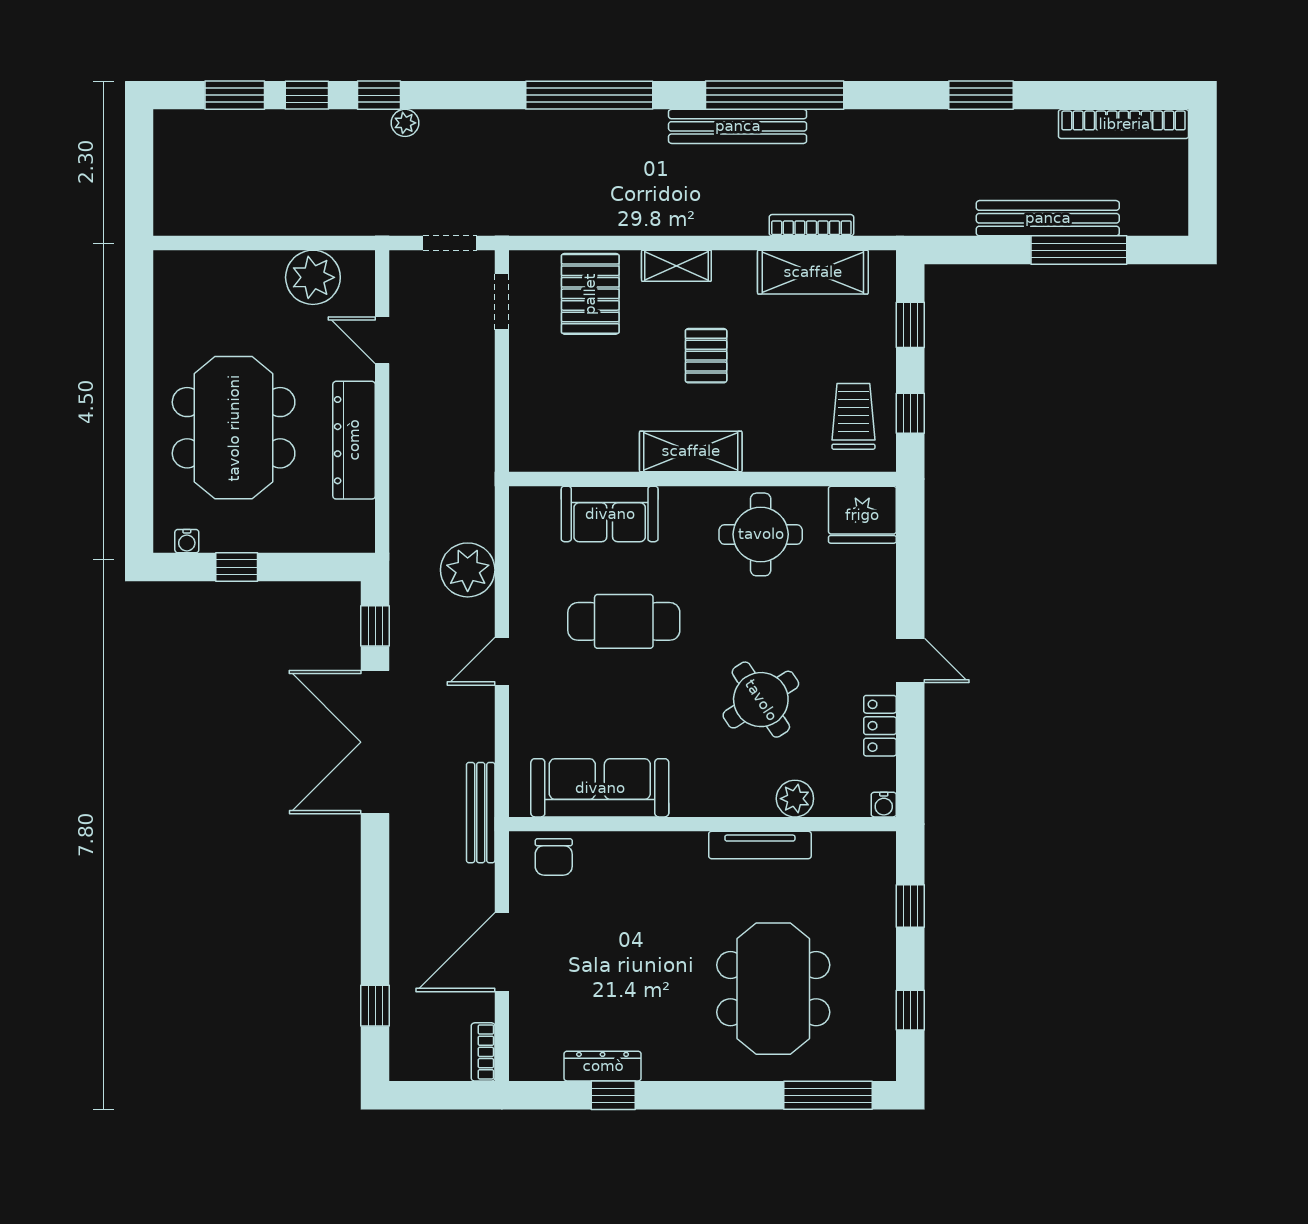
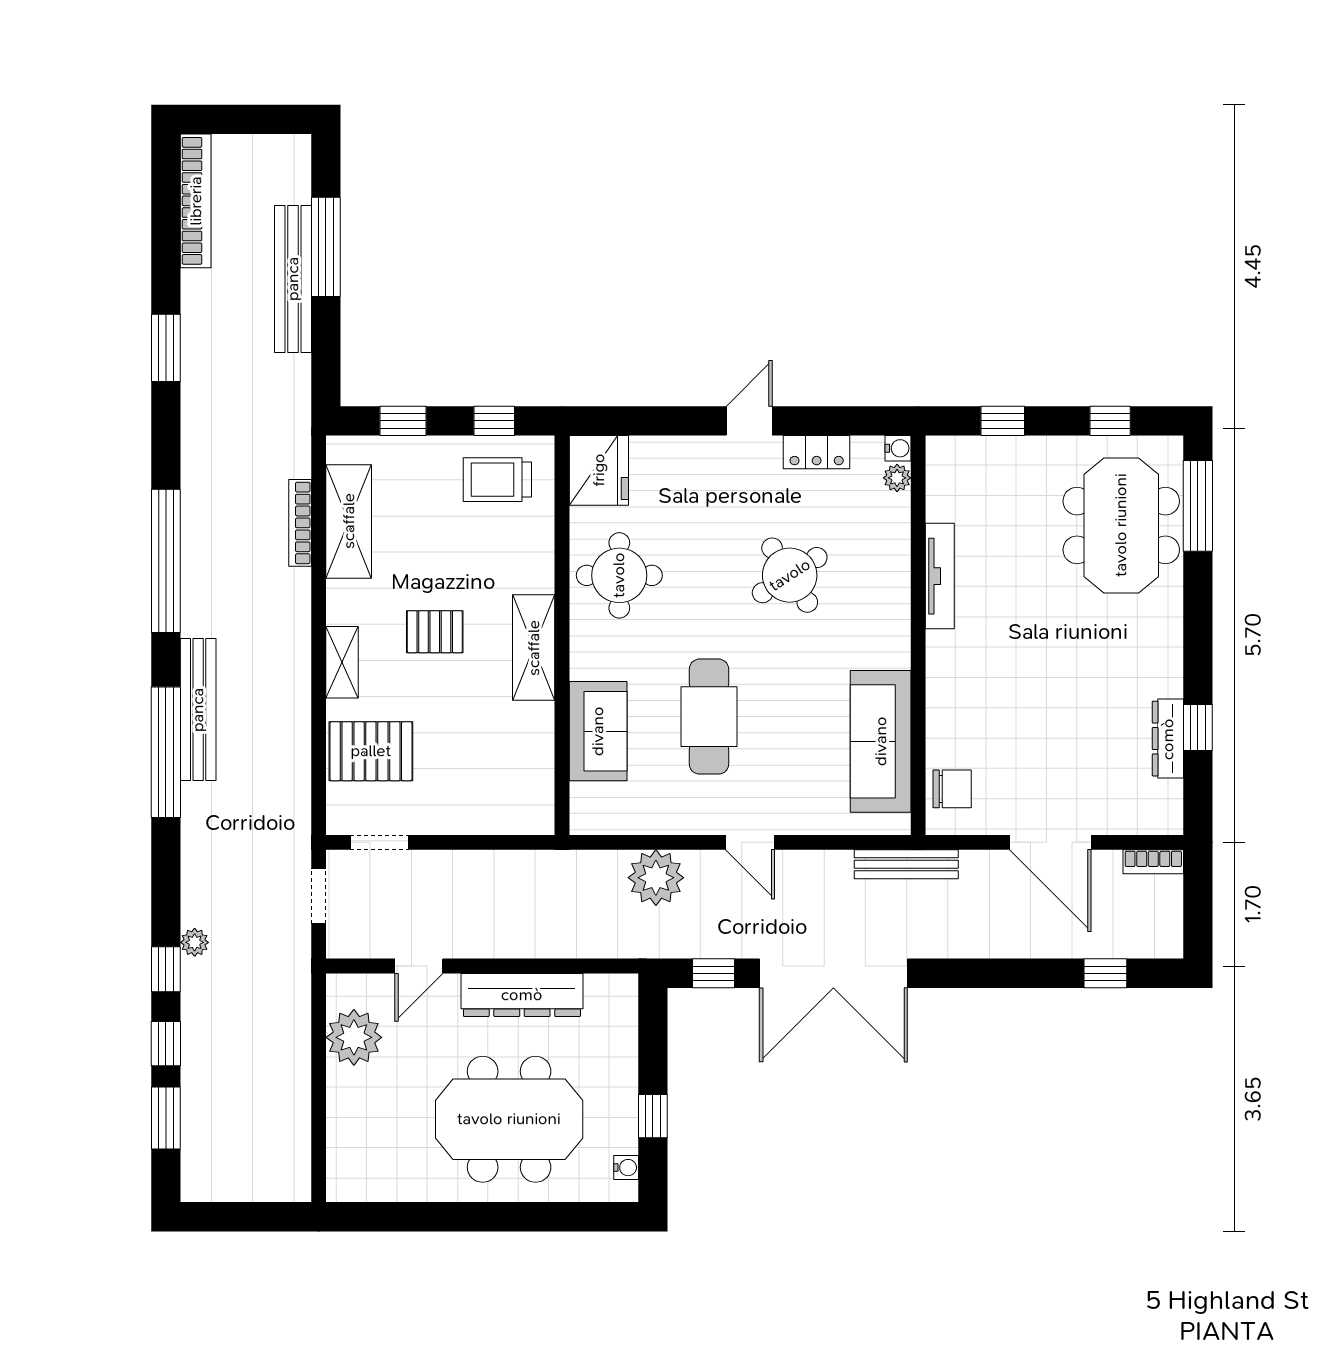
bench: (738, 126) -> (198, 710), moved
plant: (795, 799) -> (897, 478), moved, width x0.73, depth x0.73
meeting table: (773, 989) -> (1121, 525), moved, turned 90

